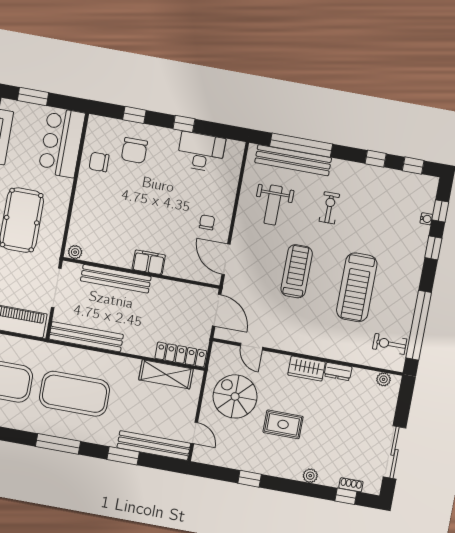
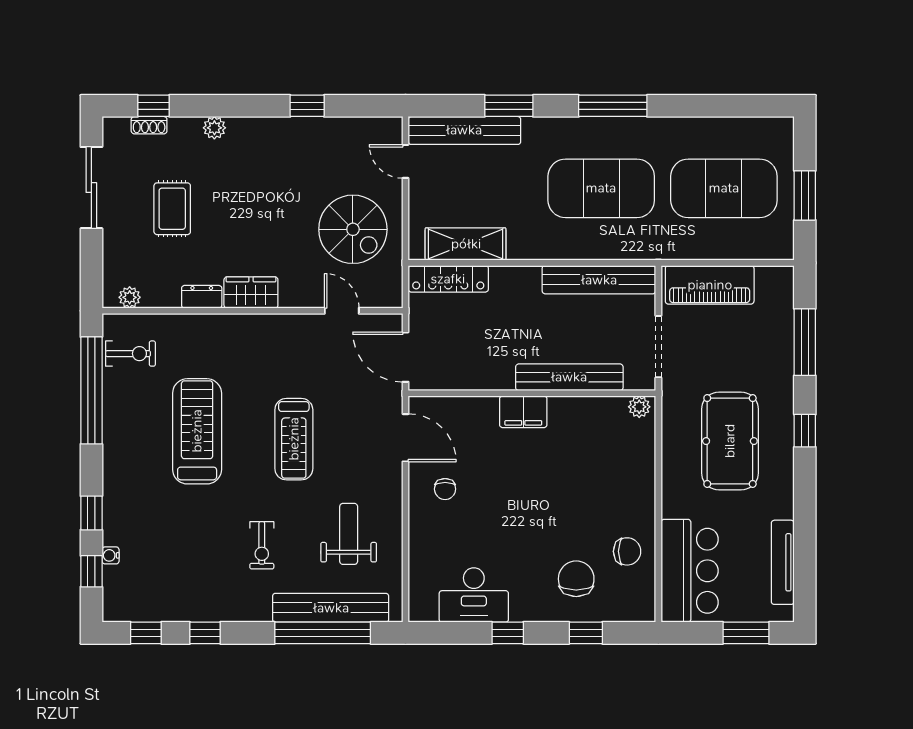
rug: (283, 424) -> (172, 209), moved, turned 90

